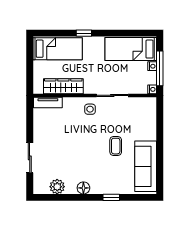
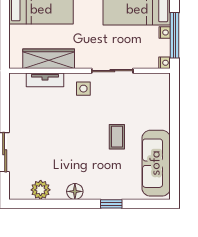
tv unit: (48, 102) -> (45, 80), moved

